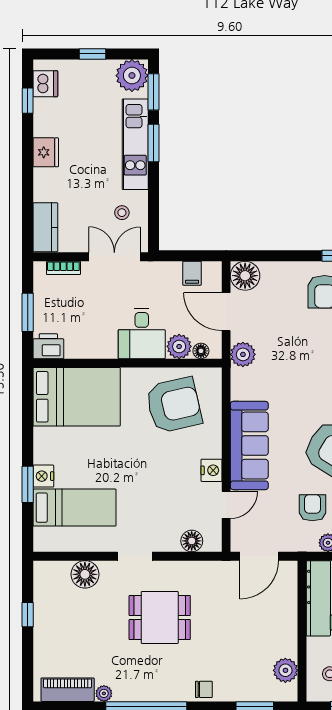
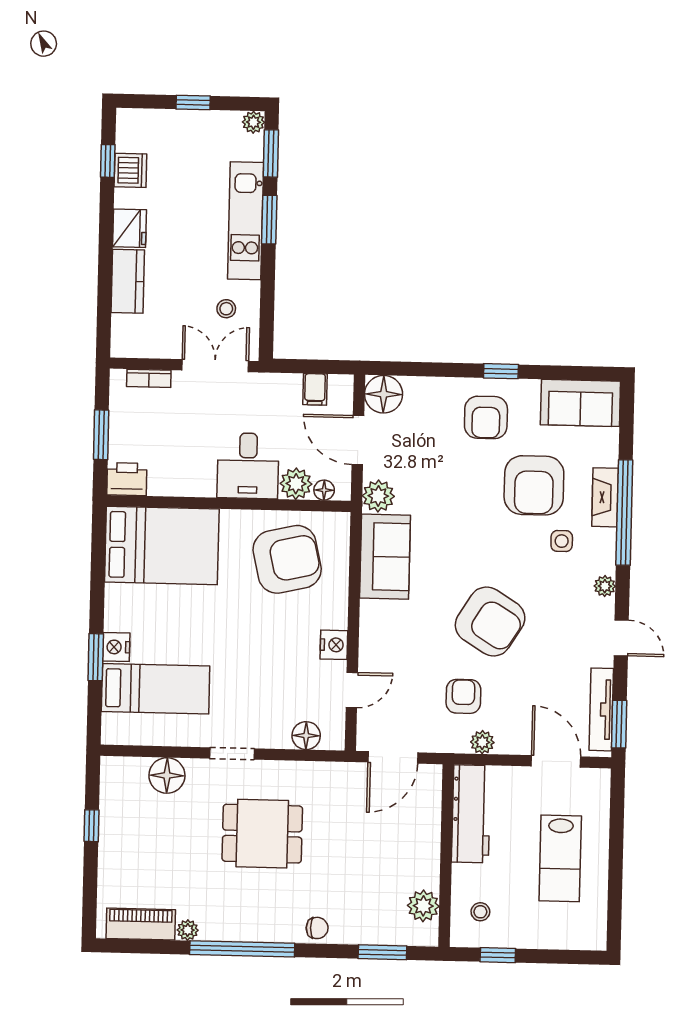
plant: (132, 76) -> (253, 122), width x0.53, depth x0.53
dishwasher: (45, 84) -> (130, 170), moved
kitchen counter: (45, 227) -> (128, 281), moved
sofa: (249, 445) -> (385, 557), moved, width x0.73

